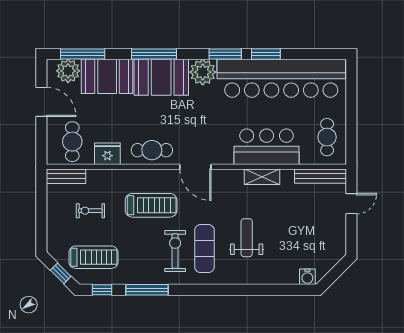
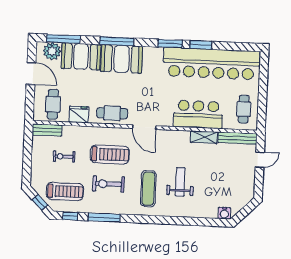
plant: (203, 72) -> (153, 56), removed
shelving: (262, 177) -> (204, 137), moved
exercise bike: (175, 251) -> (109, 184), moved, turned -90

